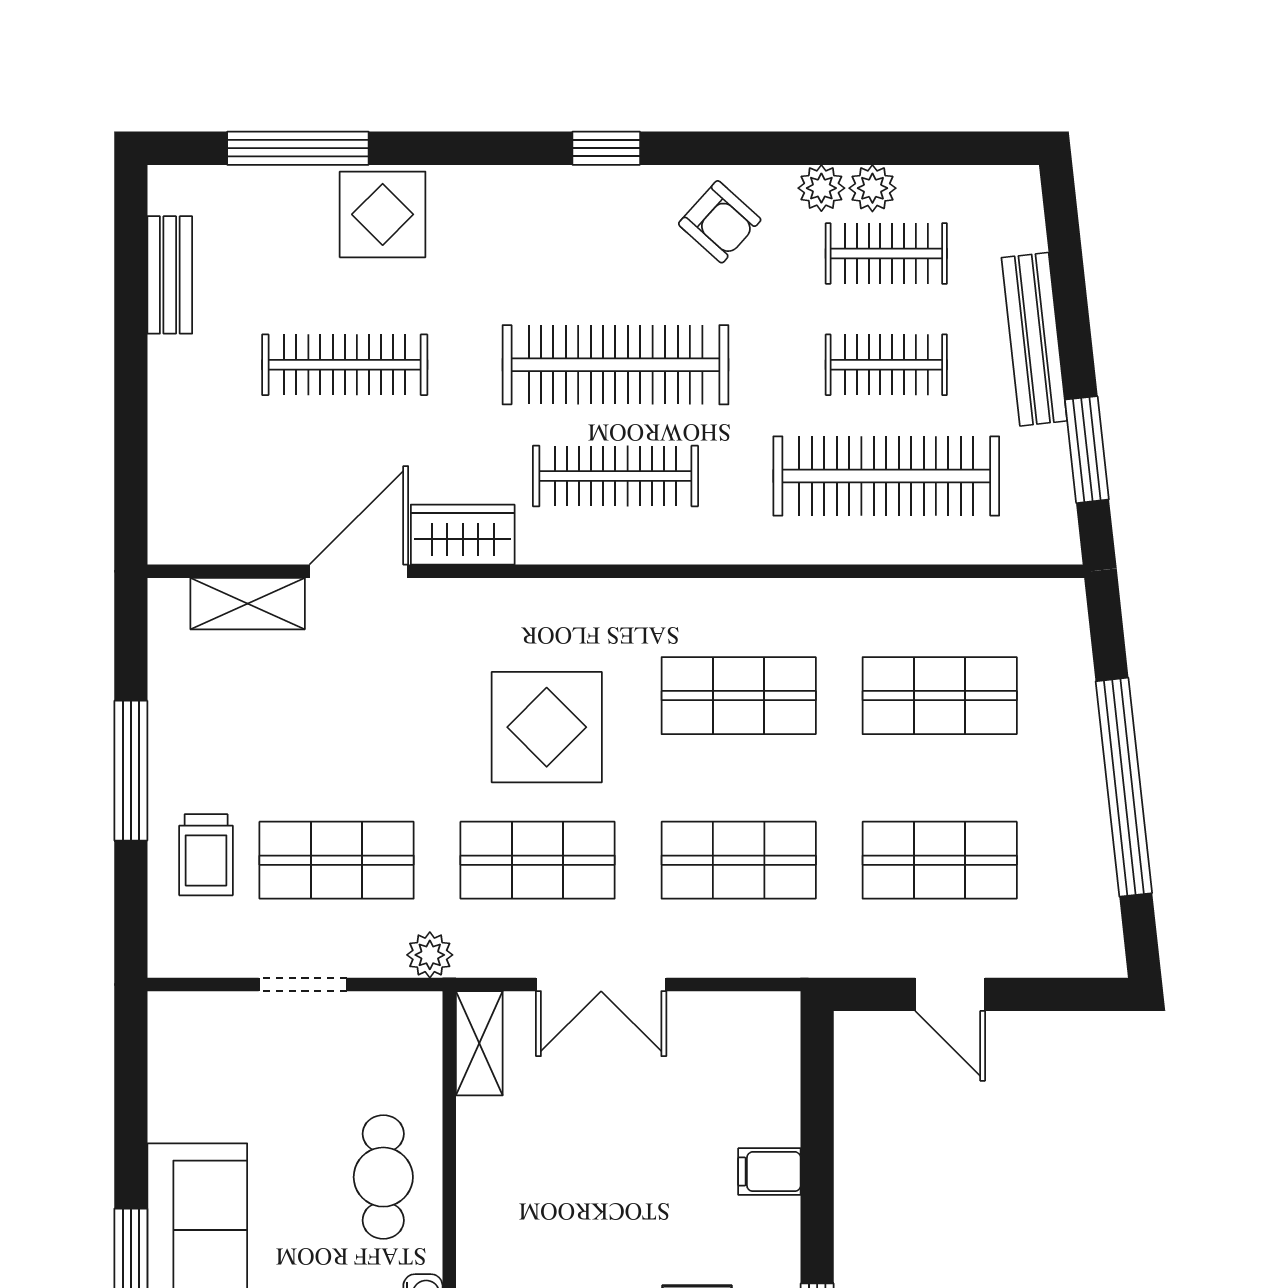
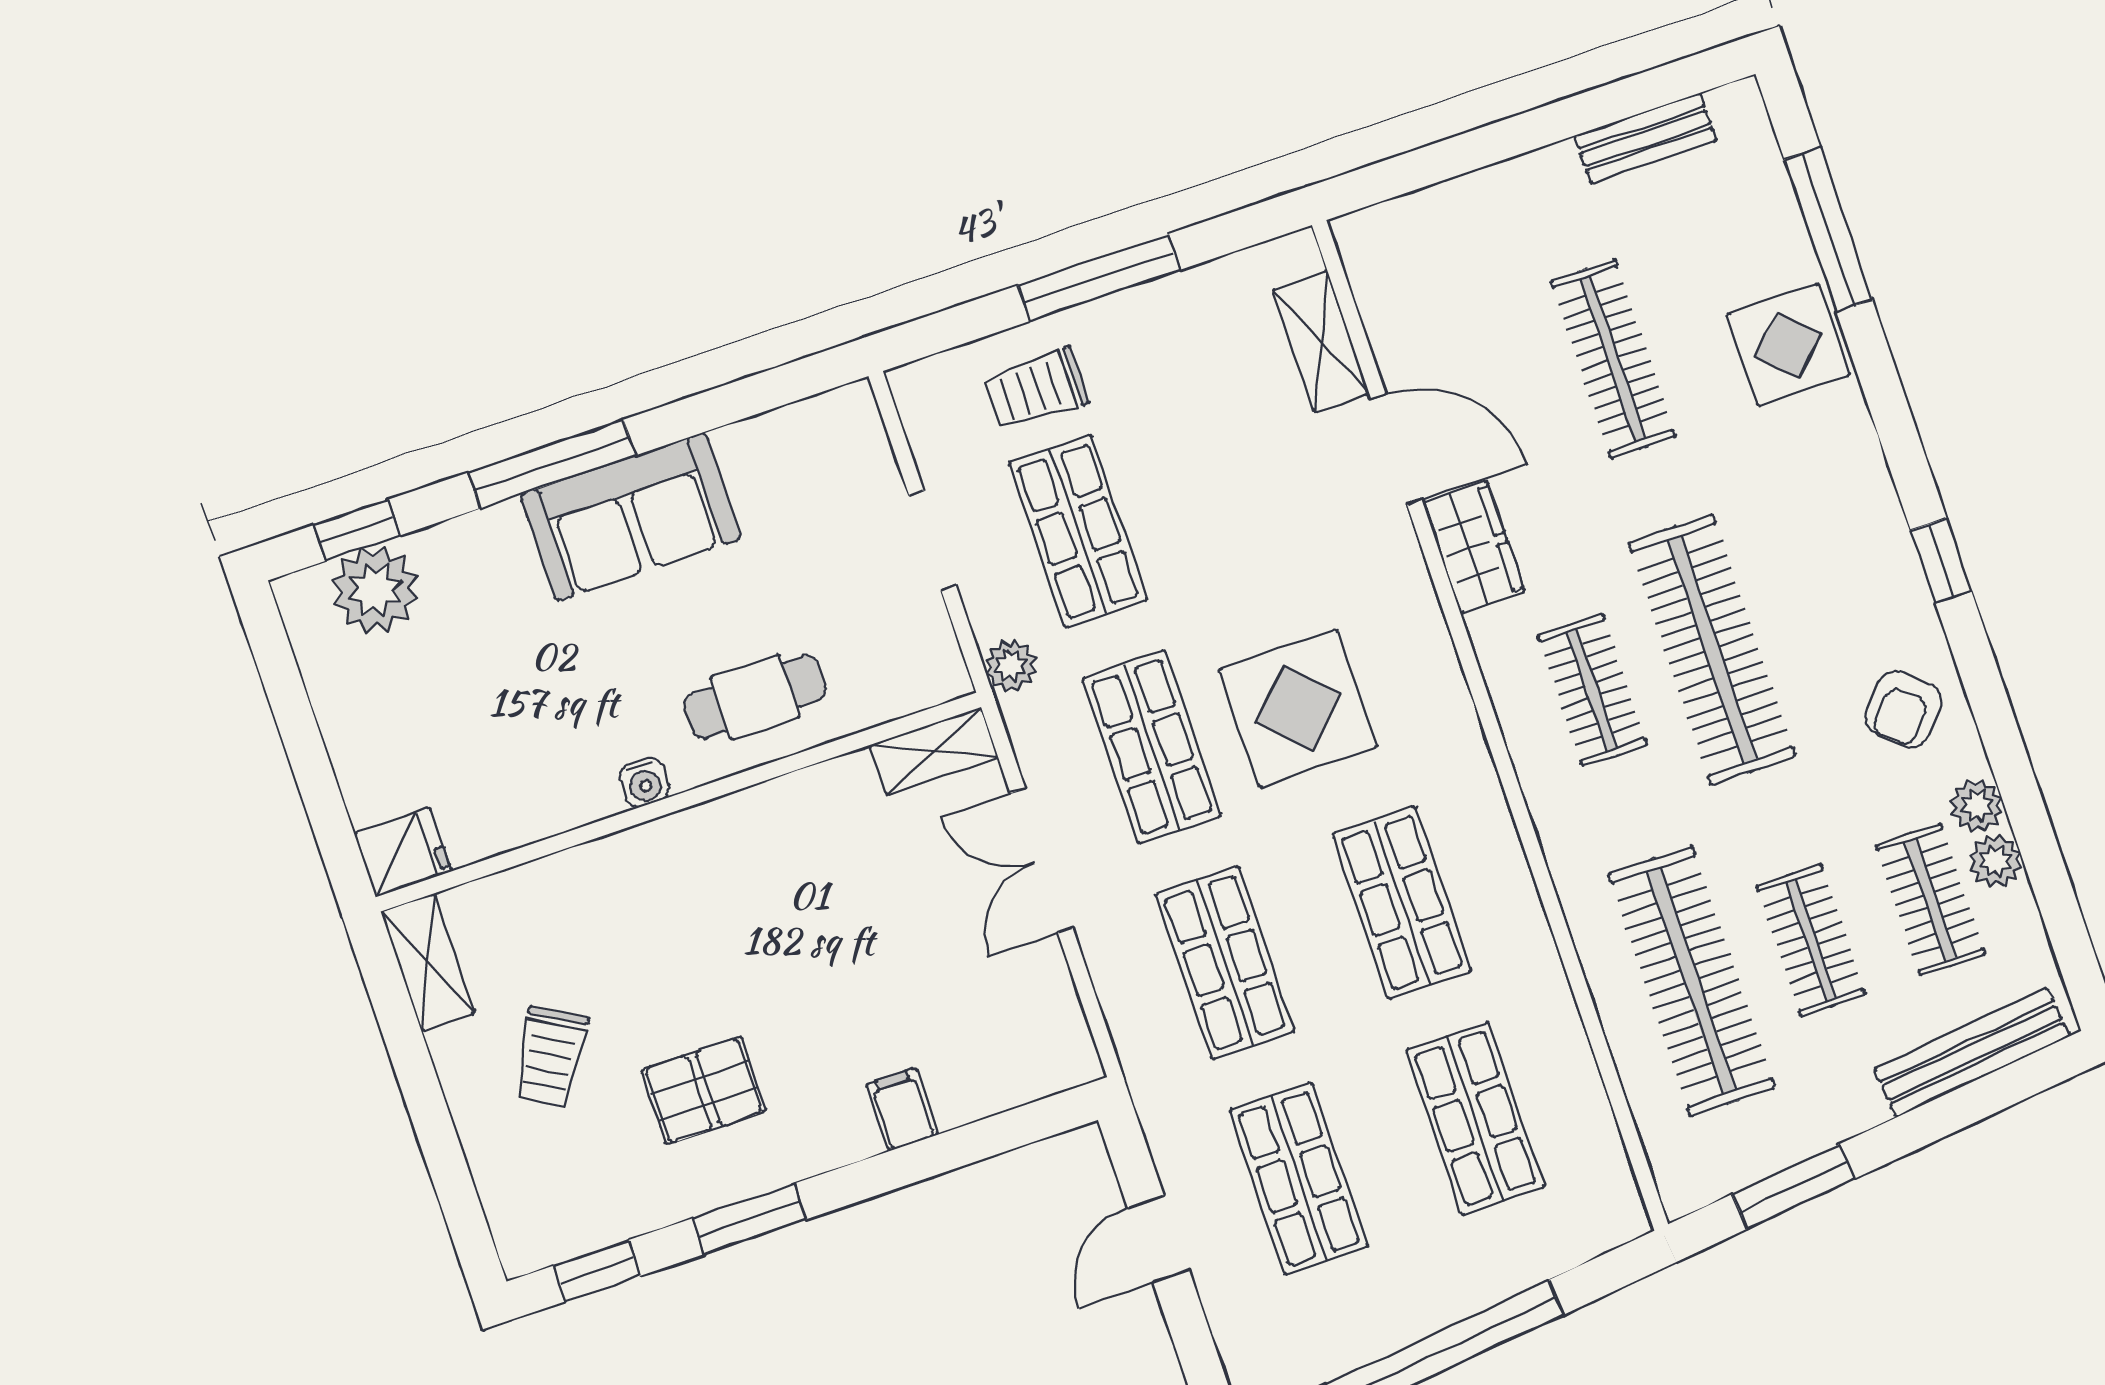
bench: (1034, 339) -> (1972, 1053), moved
clothes rail: (615, 476) -> (1593, 690), width x0.73

